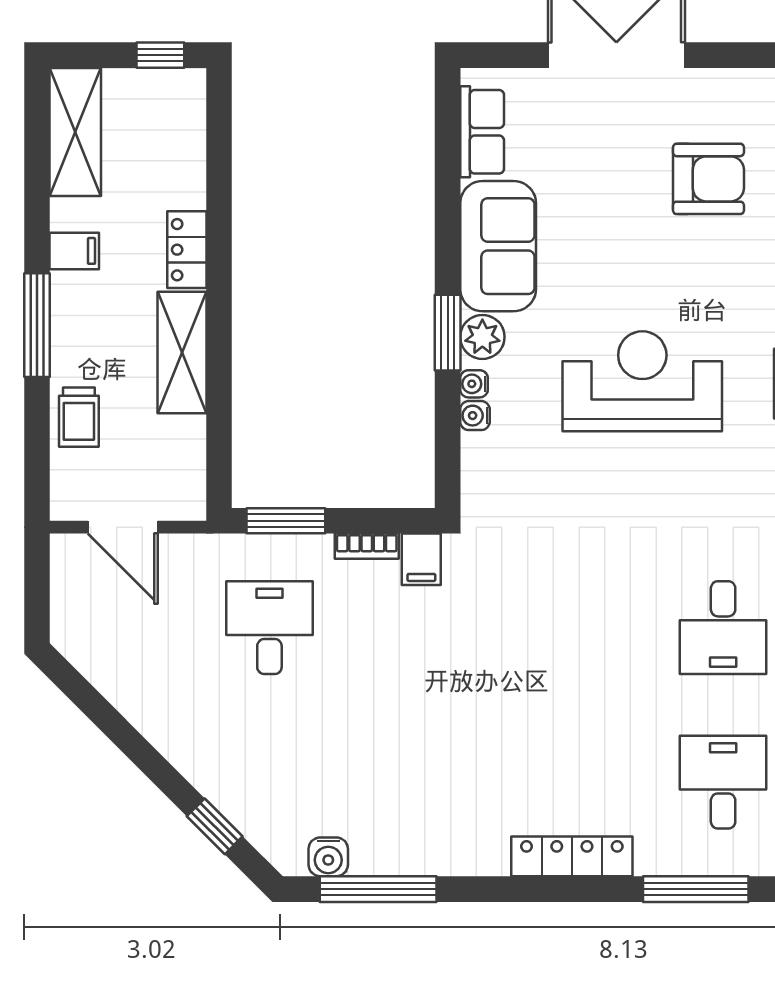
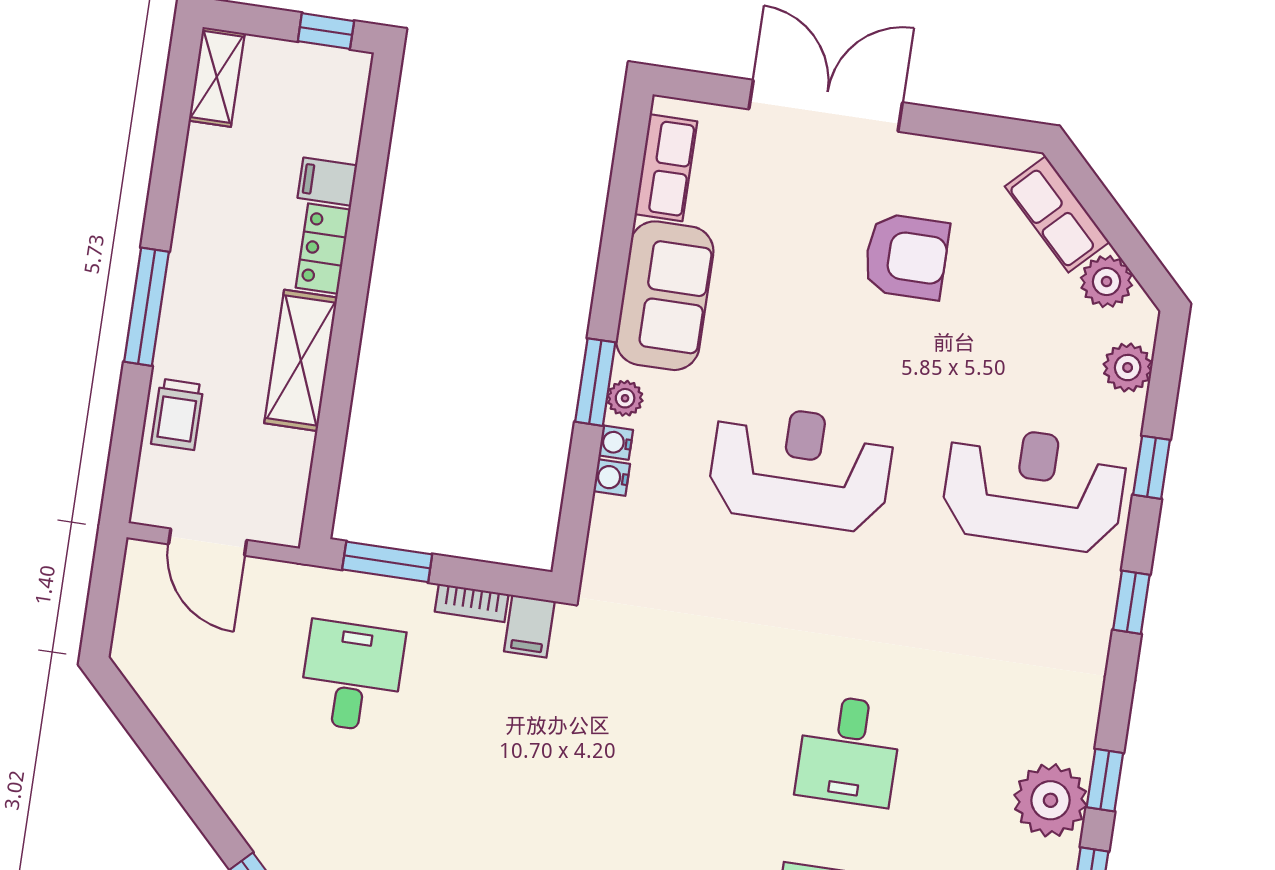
shelving: (75, 132) -> (217, 77), width x0.67, depth x0.75
filing cabinet: (74, 251) -> (327, 182), moved, turned 180
plant: (482, 337) -> (625, 398), width x0.73, depth x0.73

